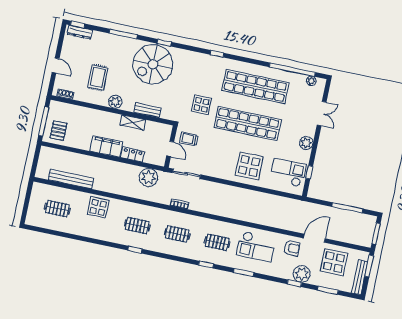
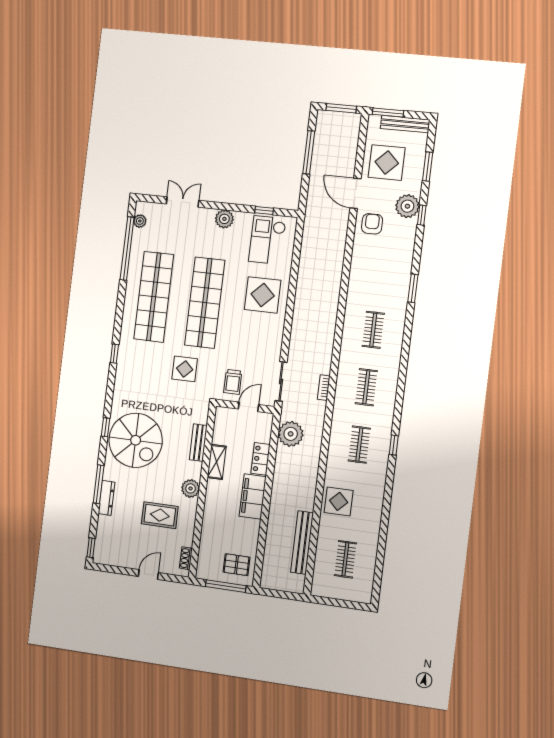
dresser: (80, 32) -> (107, 498), moved
checkout: (256, 246) -> (374, 274), removed
window: (206, 265) -> (406, 342), removed

